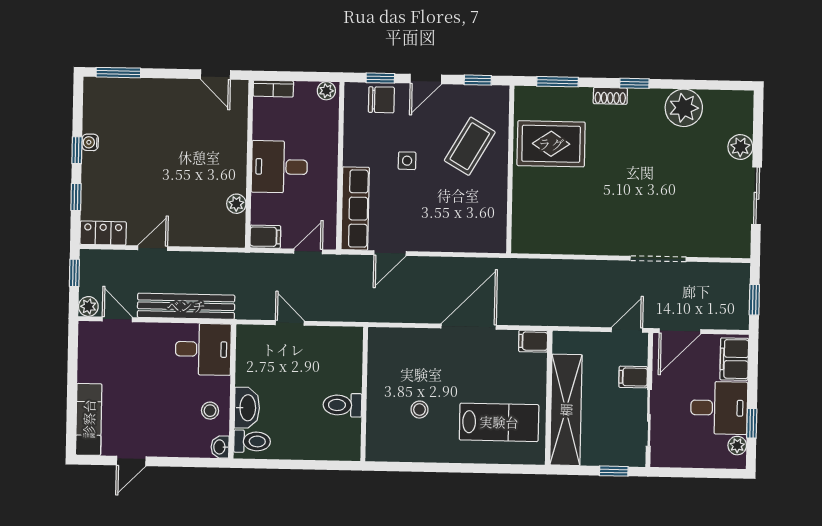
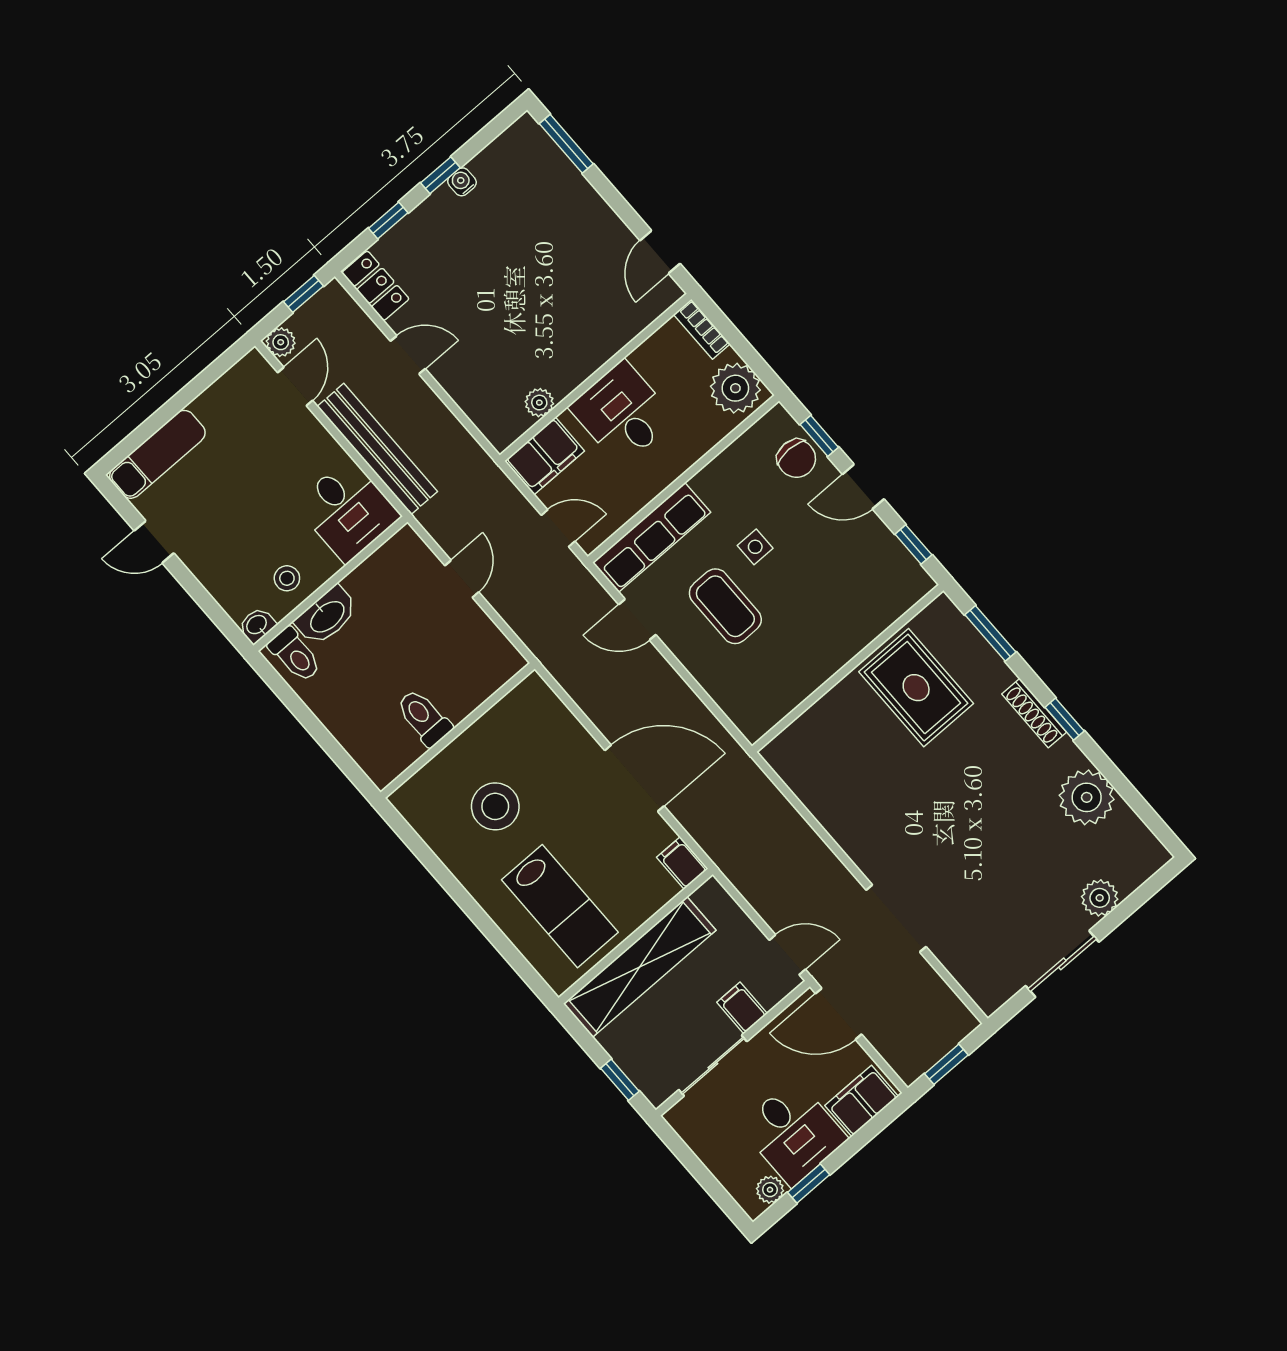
plant: (326, 91) -> (735, 388), width x1.88, depth x1.88
shoe rack: (610, 96) -> (1034, 713), width x1.43
coffee table: (470, 146) -> (725, 606), moved, turned 60
filing cabinet: (265, 237) -> (545, 456), width x2.00
stool: (419, 410) -> (495, 806), width x1.89, depth x1.89

